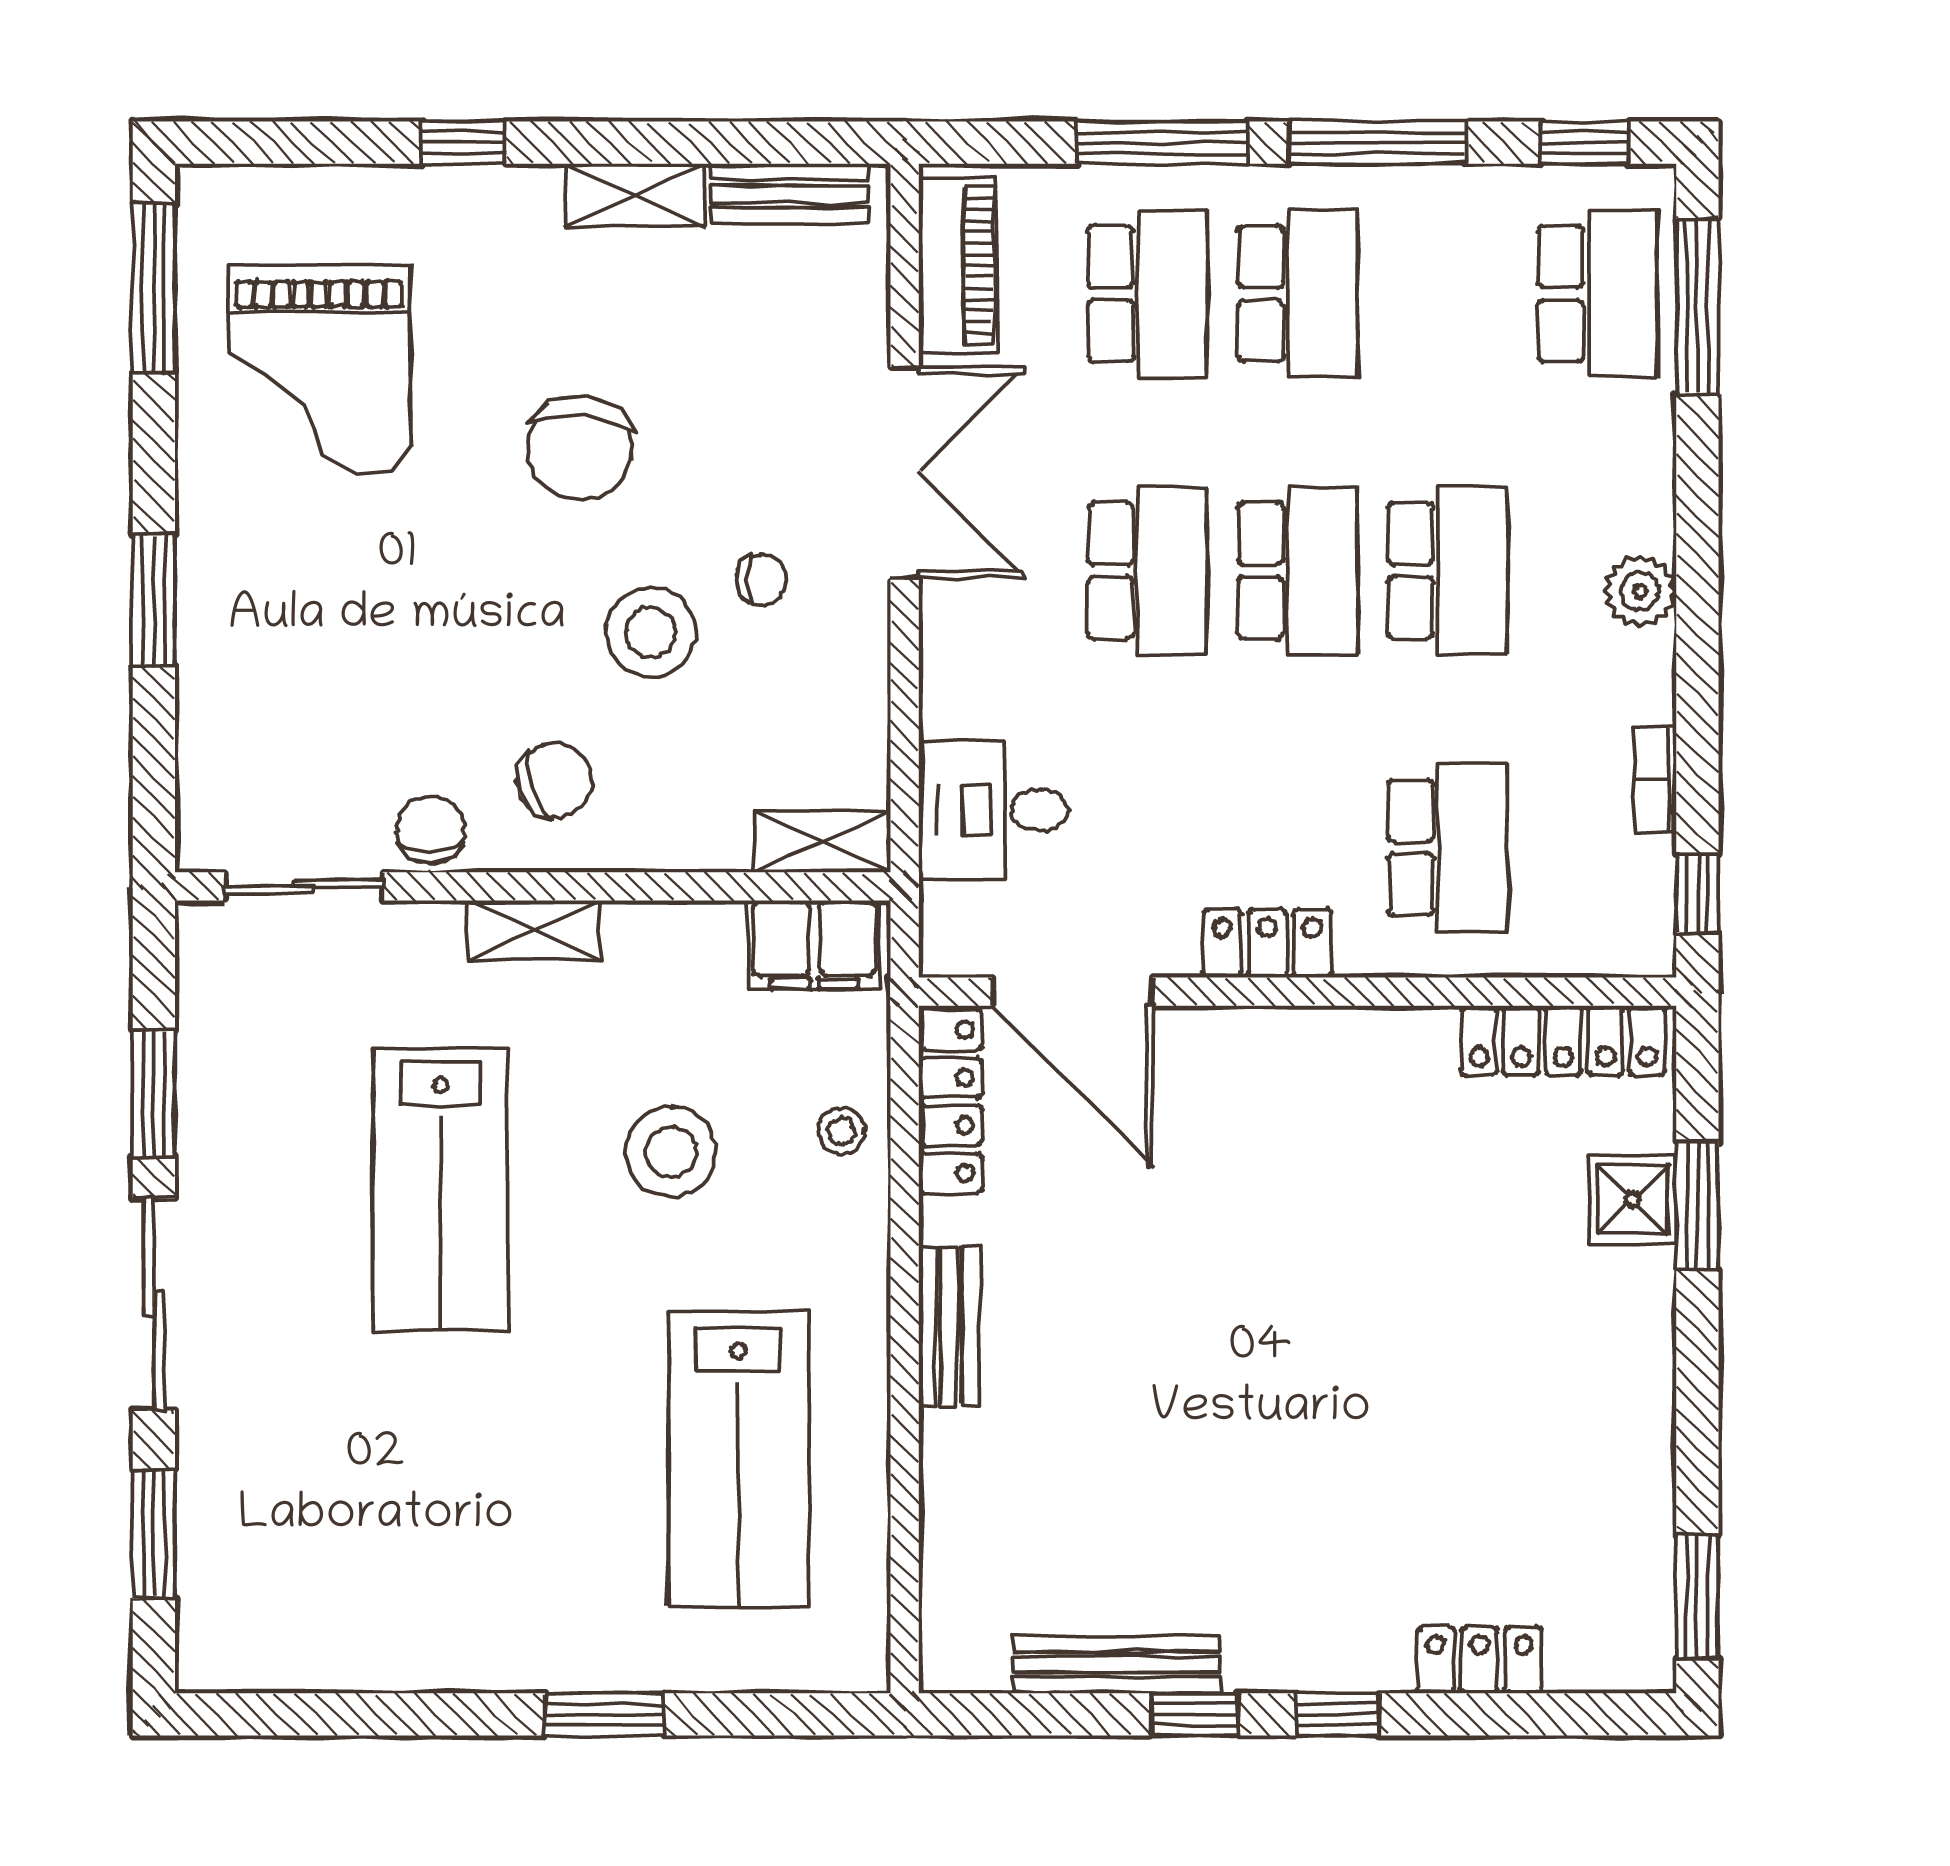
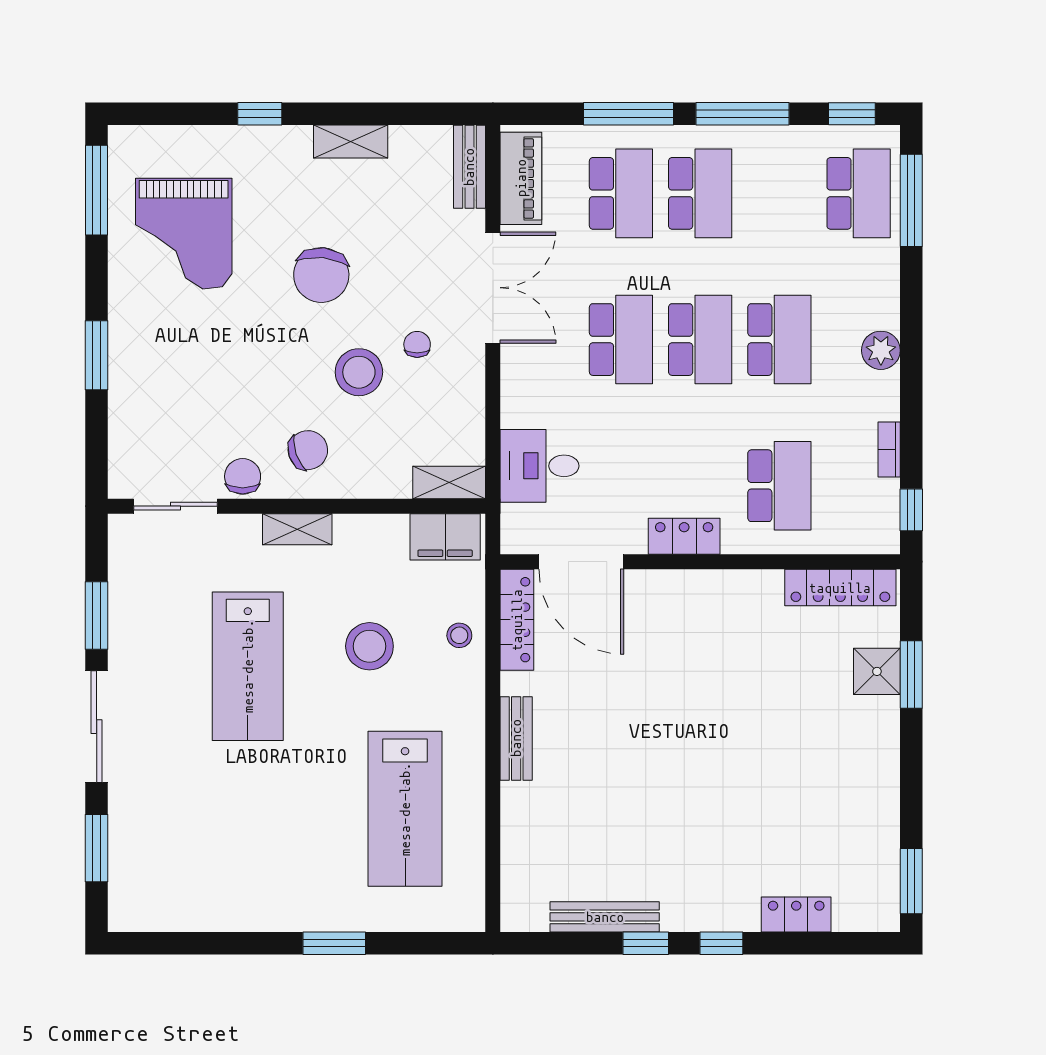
bench: (790, 194) -> (469, 167), moved, turned 90
chair: (761, 580) -> (417, 344), turned -90

